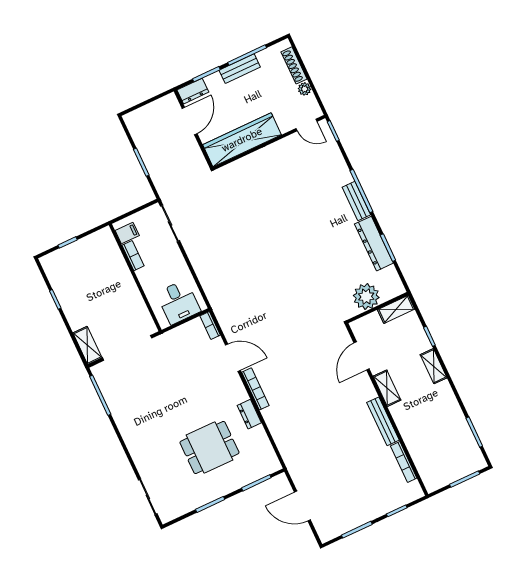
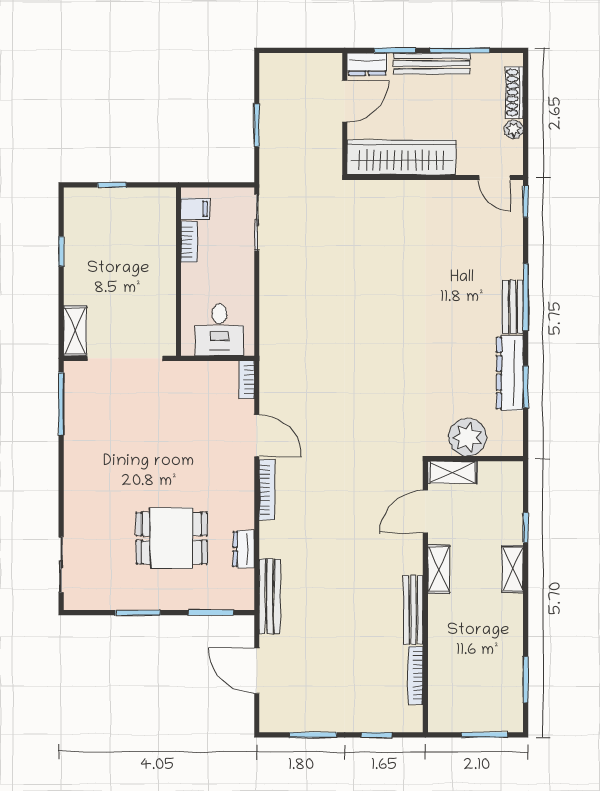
bench: (240, 69) -> (432, 64), width x1.36
shelving: (396, 309) -> (452, 472), moved
dresser: (249, 414) -> (244, 549), moved
bench: (288, 455) -> (270, 596), added

